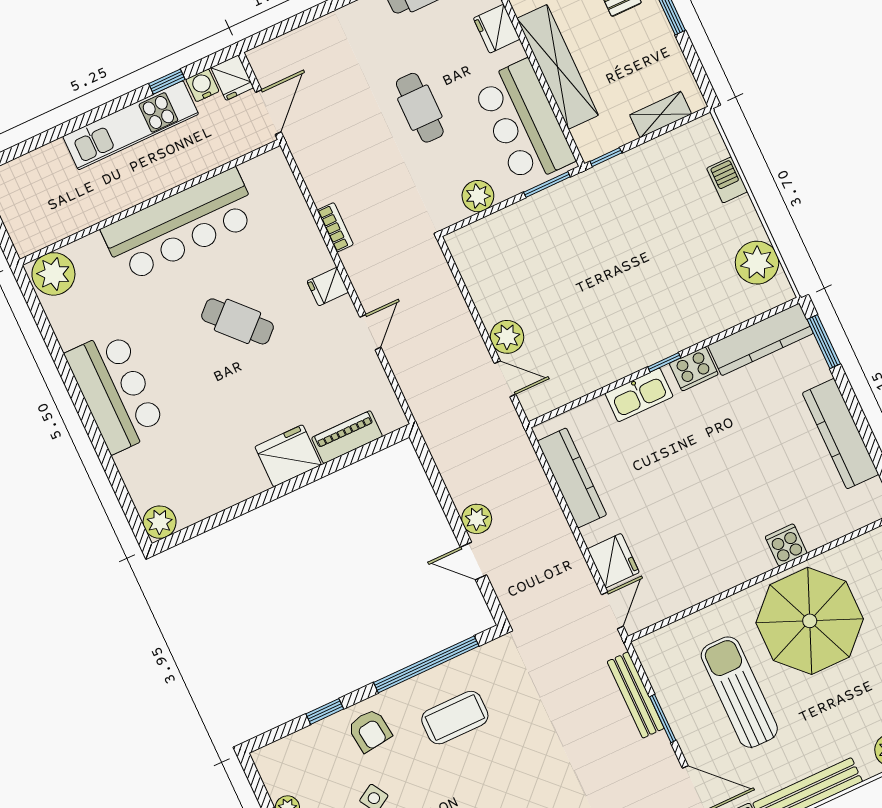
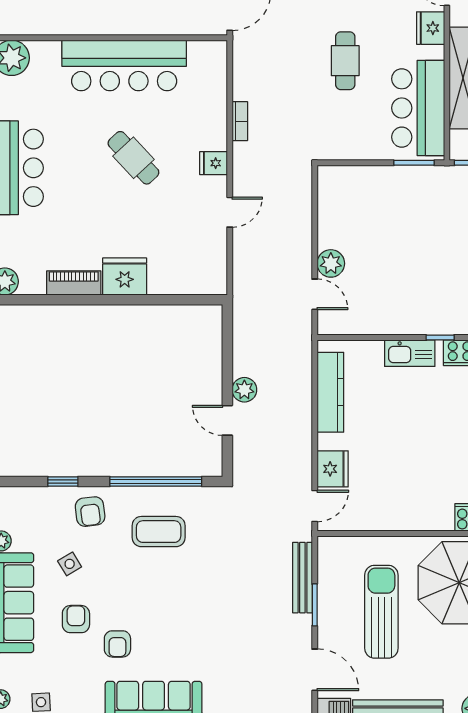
plant: (478, 196) -> (358, 147), removed
piano: (347, 437) -> (74, 283), moved

